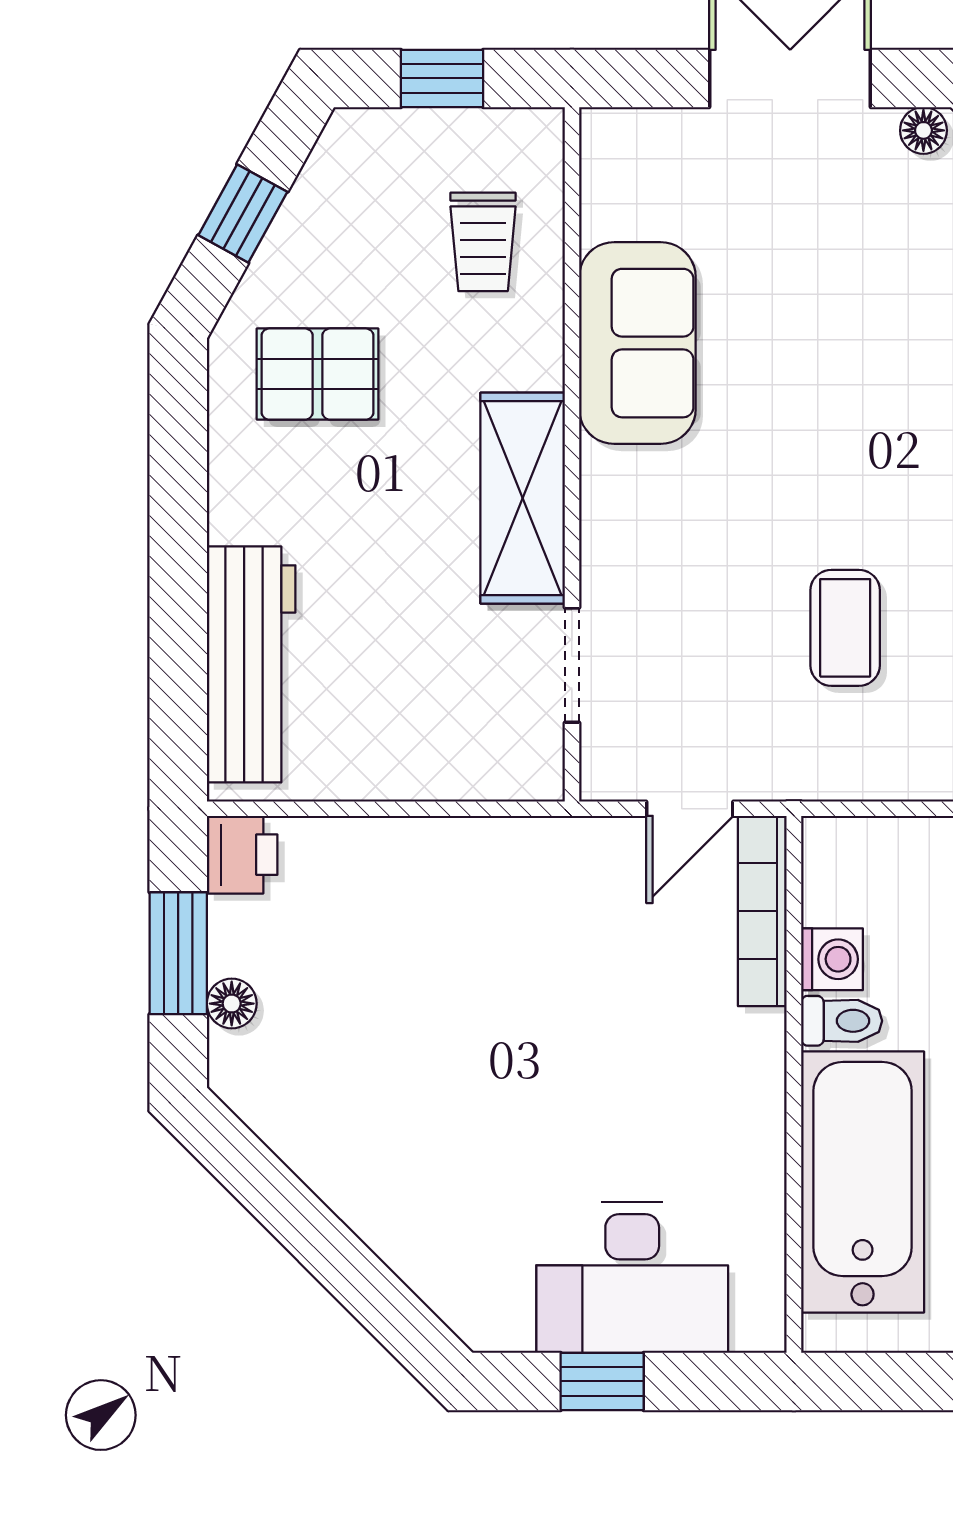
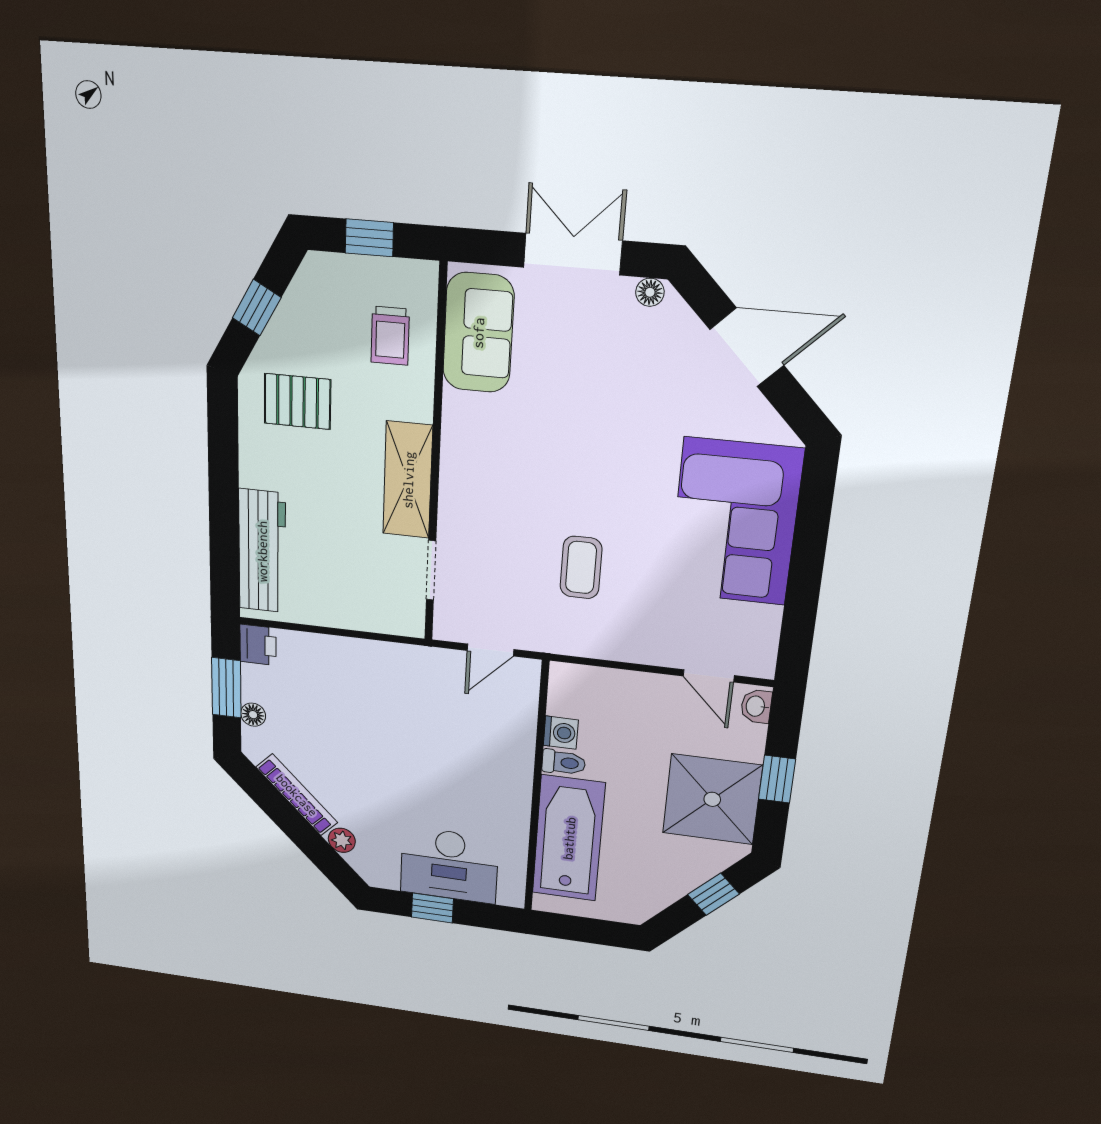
sofa: (637, 343) -> (478, 333), moved
bookcase: (762, 911) -> (297, 795), moved, turned 135
plant: (413, 1255) -> (342, 840), added

